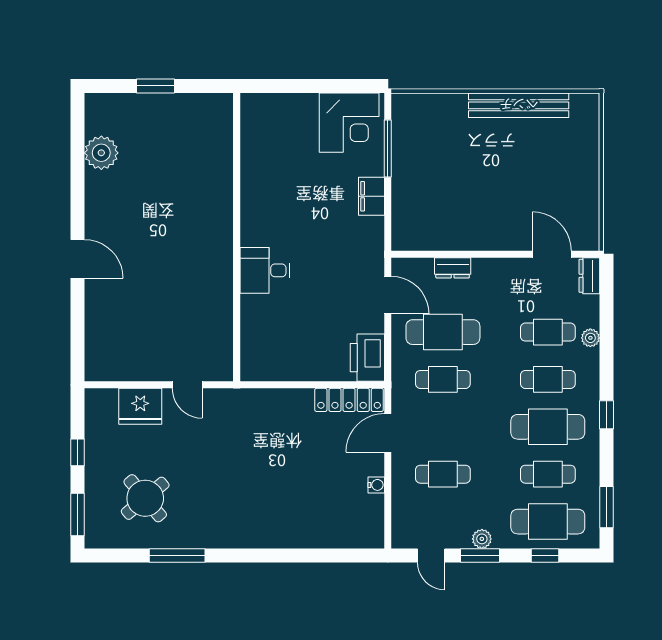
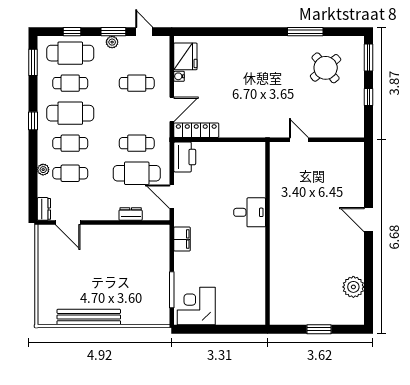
filing cabinet: (372, 196) -> (182, 239), moved
fridge: (140, 406) -> (185, 56), moved, turned 90

